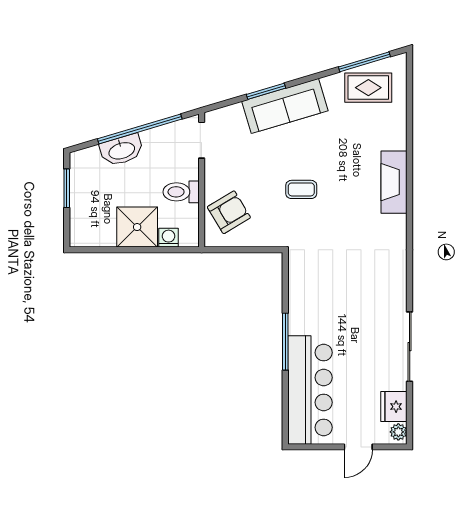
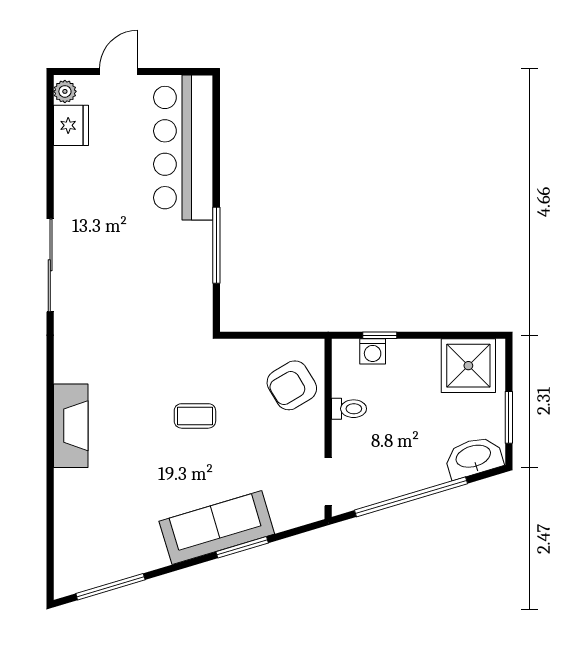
rug: (368, 88) -> (105, 552), removed
washbasin: (122, 150) -> (474, 457), moved
toilet: (181, 192) -> (349, 409), width x0.73, depth x0.72
shower: (137, 227) -> (468, 366), moved
window: (163, 250) -> (380, 335), added
window: (285, 342) -> (216, 245), moved
sliding door: (410, 347) -> (50, 265), moved

